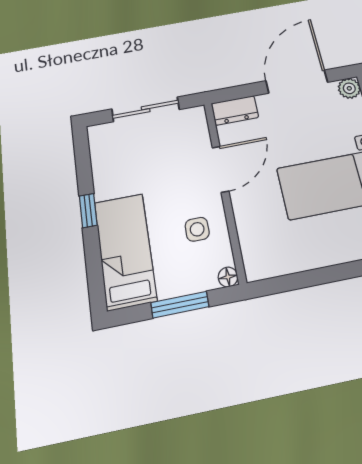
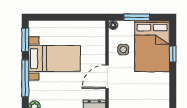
window: (88, 211) -> (173, 54), moved
bed: (125, 251) -> (152, 46), width x1.50

